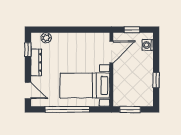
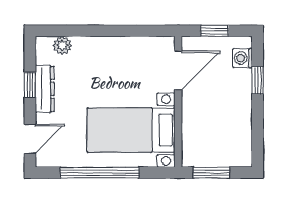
window: (28, 50) -> (30, 85), moved
window: (156, 80) -> (258, 80), moved
door: (28, 90) -> (30, 139), hinge flipped

